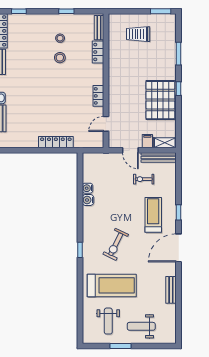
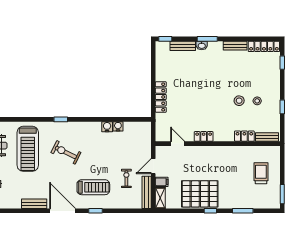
bench: (171, 290) -> (34, 204), moved

